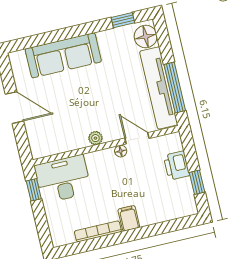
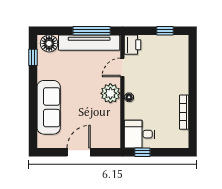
plant: (95, 138) -> (110, 93), width x1.87, depth x1.87
floor lamp: (121, 151) -> (129, 97), moved
printer: (177, 166) -> (133, 45), moved, turned -90
desk: (63, 179) -> (140, 134), width x0.73
filing cabinet: (129, 218) -> (180, 87), removed

